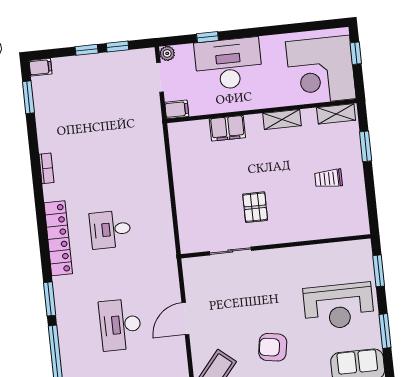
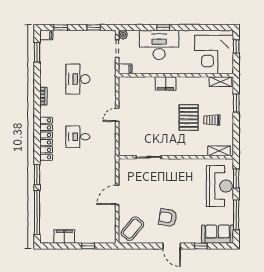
window: (207, 37) -> (163, 28), moved
window: (87, 50) -> (61, 28), moved
shelving: (282, 119) -> (219, 151), moved
filing cabinet: (227, 128) -> (166, 83), moved
door: (171, 187) -> (117, 115), added
pallet: (255, 207) -> (189, 117), moved, width x1.50, depth x1.42
reception desk: (339, 306) -> (219, 186), moved, turned -90
desk: (120, 325) -> (78, 79), moved
window: (385, 331) -> (236, 215), width x1.44

